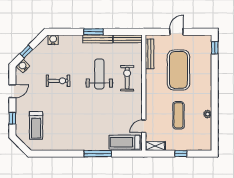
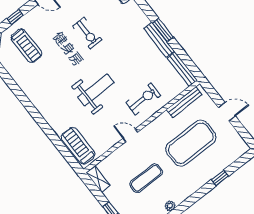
window: (215, 48) -> (220, 178), moved
weight bench: (99, 74) -> (96, 90), moved
treadmill: (36, 125) -> (26, 46), turned -90
door: (144, 126) -> (130, 135), moved
window: (98, 154) -> (46, 128), removed

